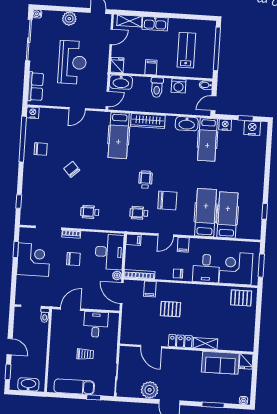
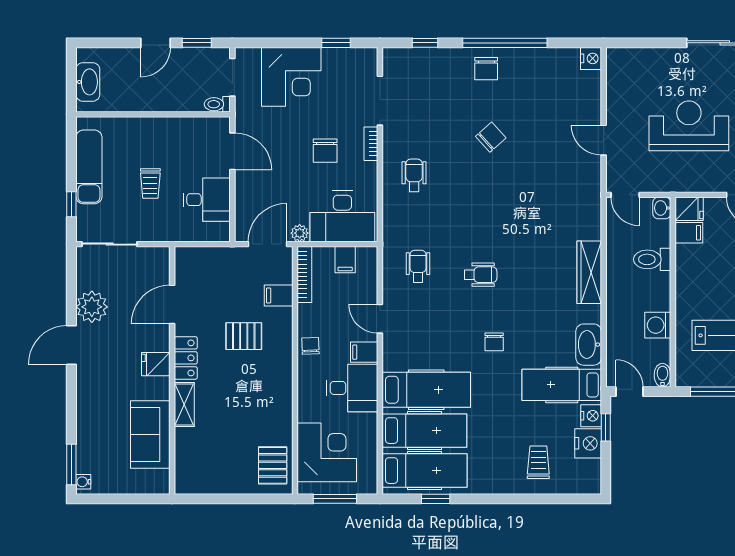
reception desk: (72, 62) -> (689, 126), turned 180
filing cabinet: (151, 67) -> (689, 233), moved
washbasin: (121, 82) -> (662, 208), width x0.52, depth x0.69
row of seats: (35, 87) -> (640, 60), removed
toilet: (157, 87) -> (652, 259), moved
window: (246, 118) -> (606, 427), moved
nightstand: (252, 128) -> (588, 443), moved
hospital bed: (119, 135) -> (424, 471), moved, turned 180
window: (23, 139) -> (505, 43), moved
chair: (41, 149) -> (486, 69), moved
trolley: (248, 155) -> (538, 462), added
chair: (167, 201) -> (494, 342), moved, width x0.54, depth x0.54
filing cabinet: (134, 240) -> (345, 260), moved
corner desk: (34, 260) -> (291, 77), moved
desk: (206, 268) -> (352, 388), moved, turned 180
pallet: (171, 309) -> (244, 336), turned 90
fridge: (246, 361) -> (156, 364), moved
window: (8, 372) -> (197, 43), moved
window: (213, 405) -> (71, 465), moved

